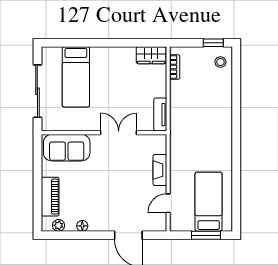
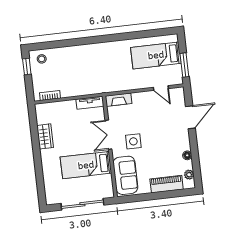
wardrobe: (151, 55) -> (45, 136), moved
bed: (76, 77) -> (86, 165), moved, turned 180
side table: (107, 162) -> (133, 141), added
fireplace: (160, 170) -> (118, 100), moved
window: (206, 235) -> (184, 65), moved

